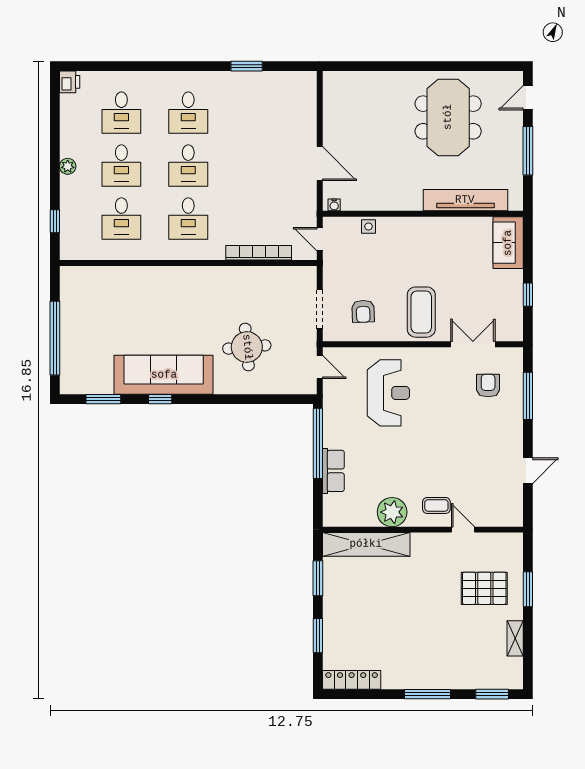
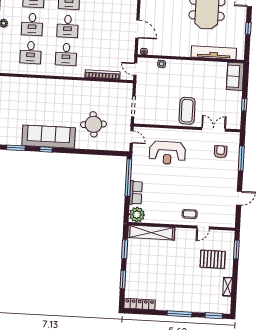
window: (528, 151) -> (248, 28), width x0.46
armchair: (363, 311) -> (156, 109), removed
reception desk: (388, 393) -> (167, 153), turned 90
plant: (392, 512) -> (137, 215), moved
door: (463, 530) -> (203, 228), swing flipped
window: (528, 589) -> (236, 250), moved

